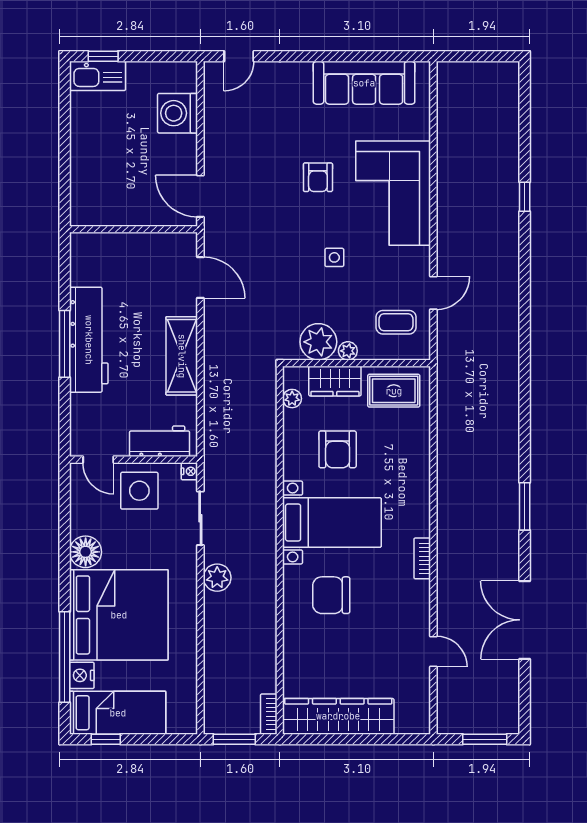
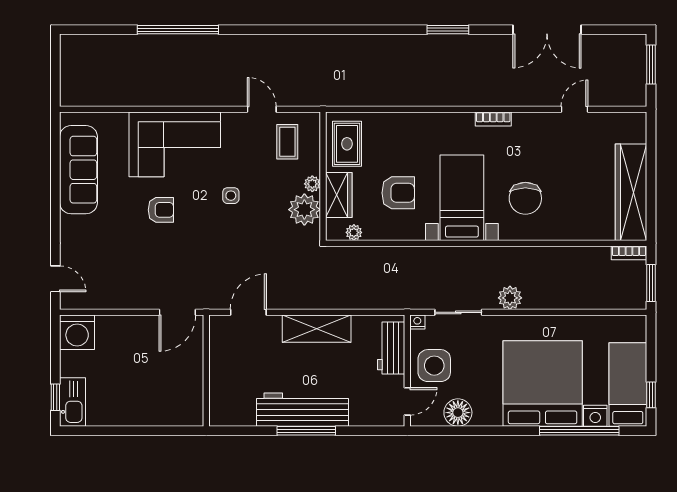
washing machine: (178, 113) -> (77, 332), moved
window: (525, 197) -> (178, 30), width x3.17
floor lamp: (86, 552) -> (458, 413), moved

